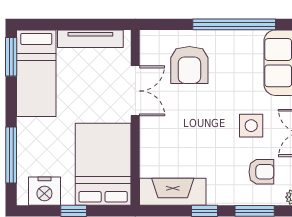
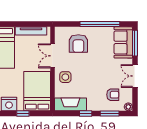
double door: (135, 91) -> (52, 56), swing flipped
side table: (251, 126) -> (65, 77), moved

